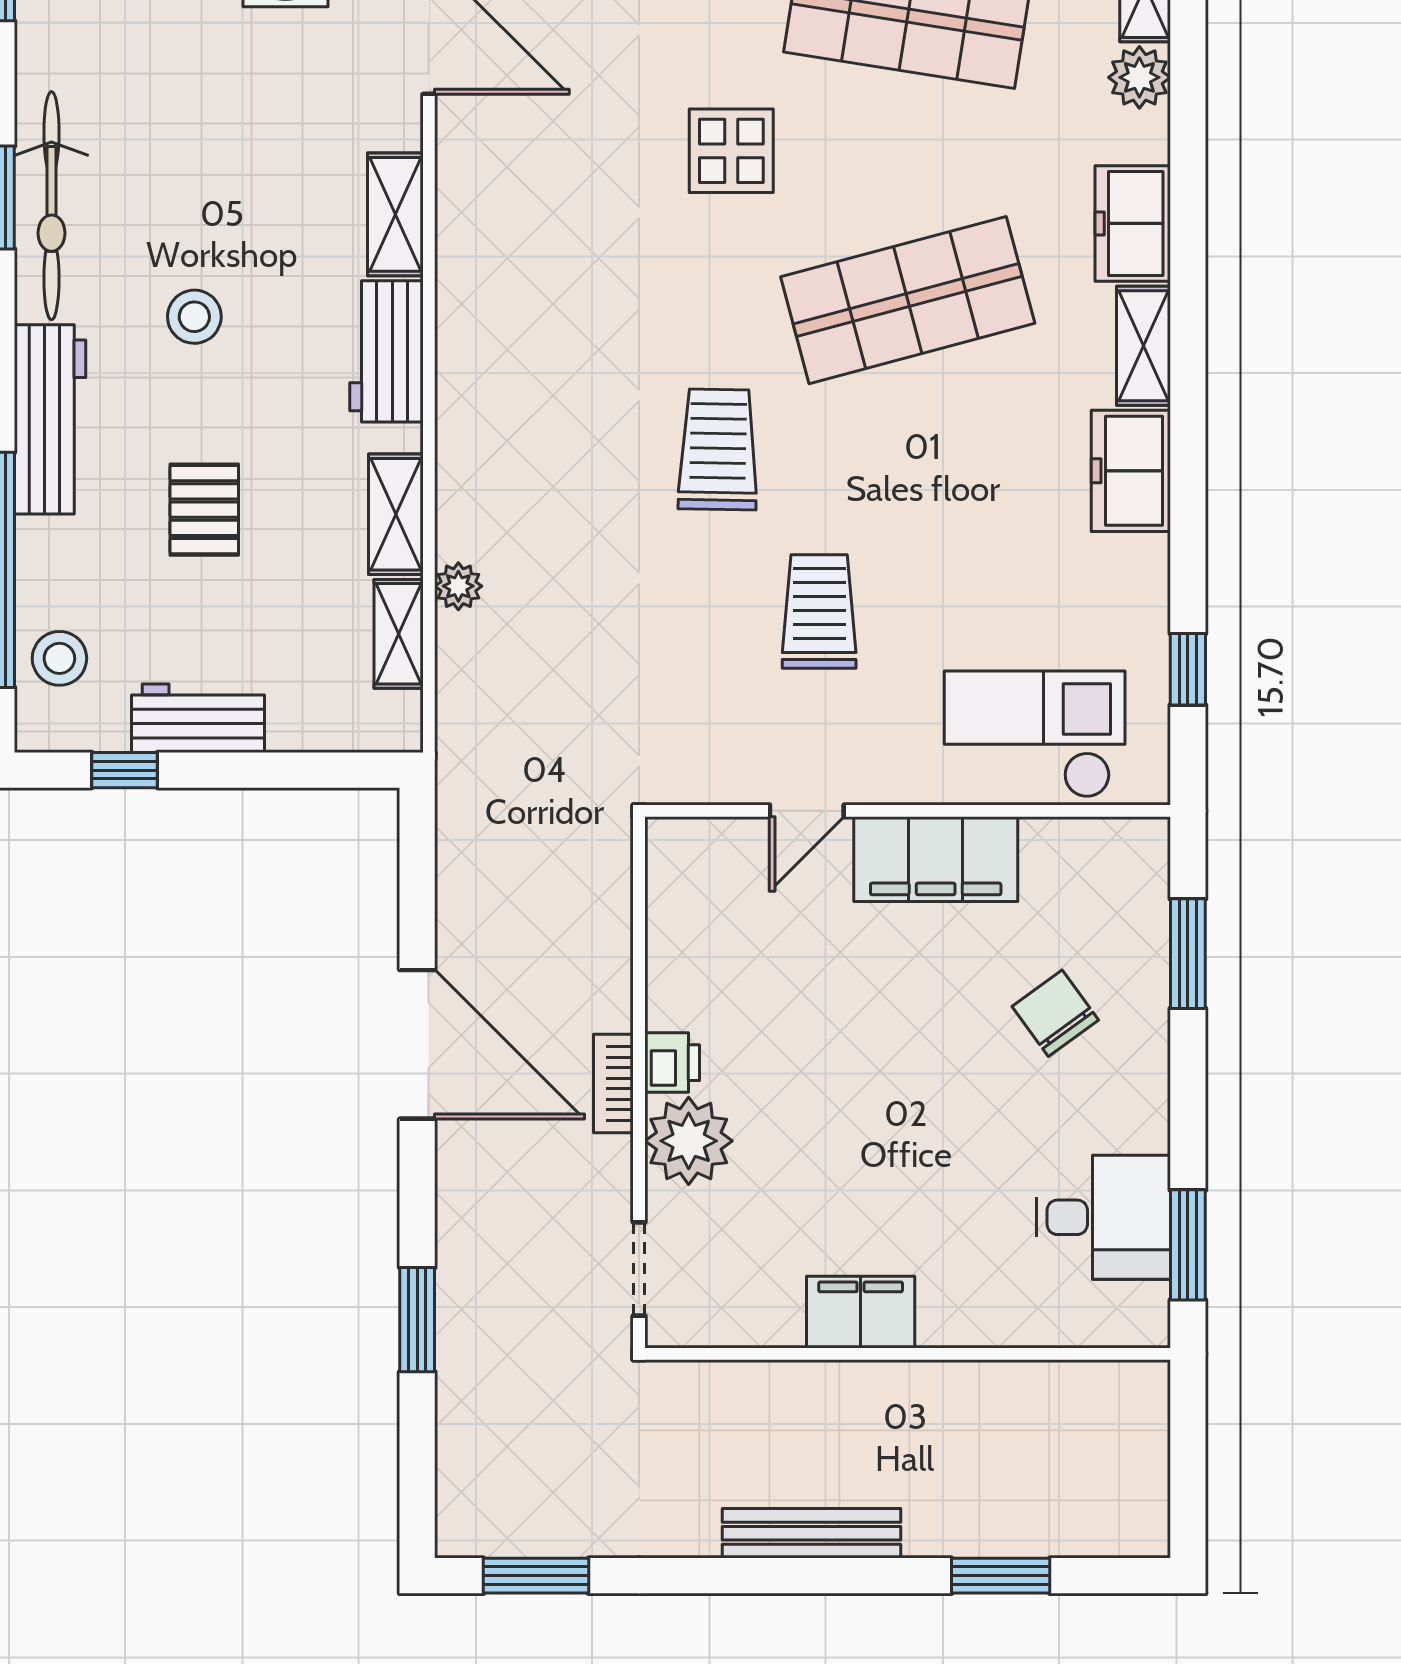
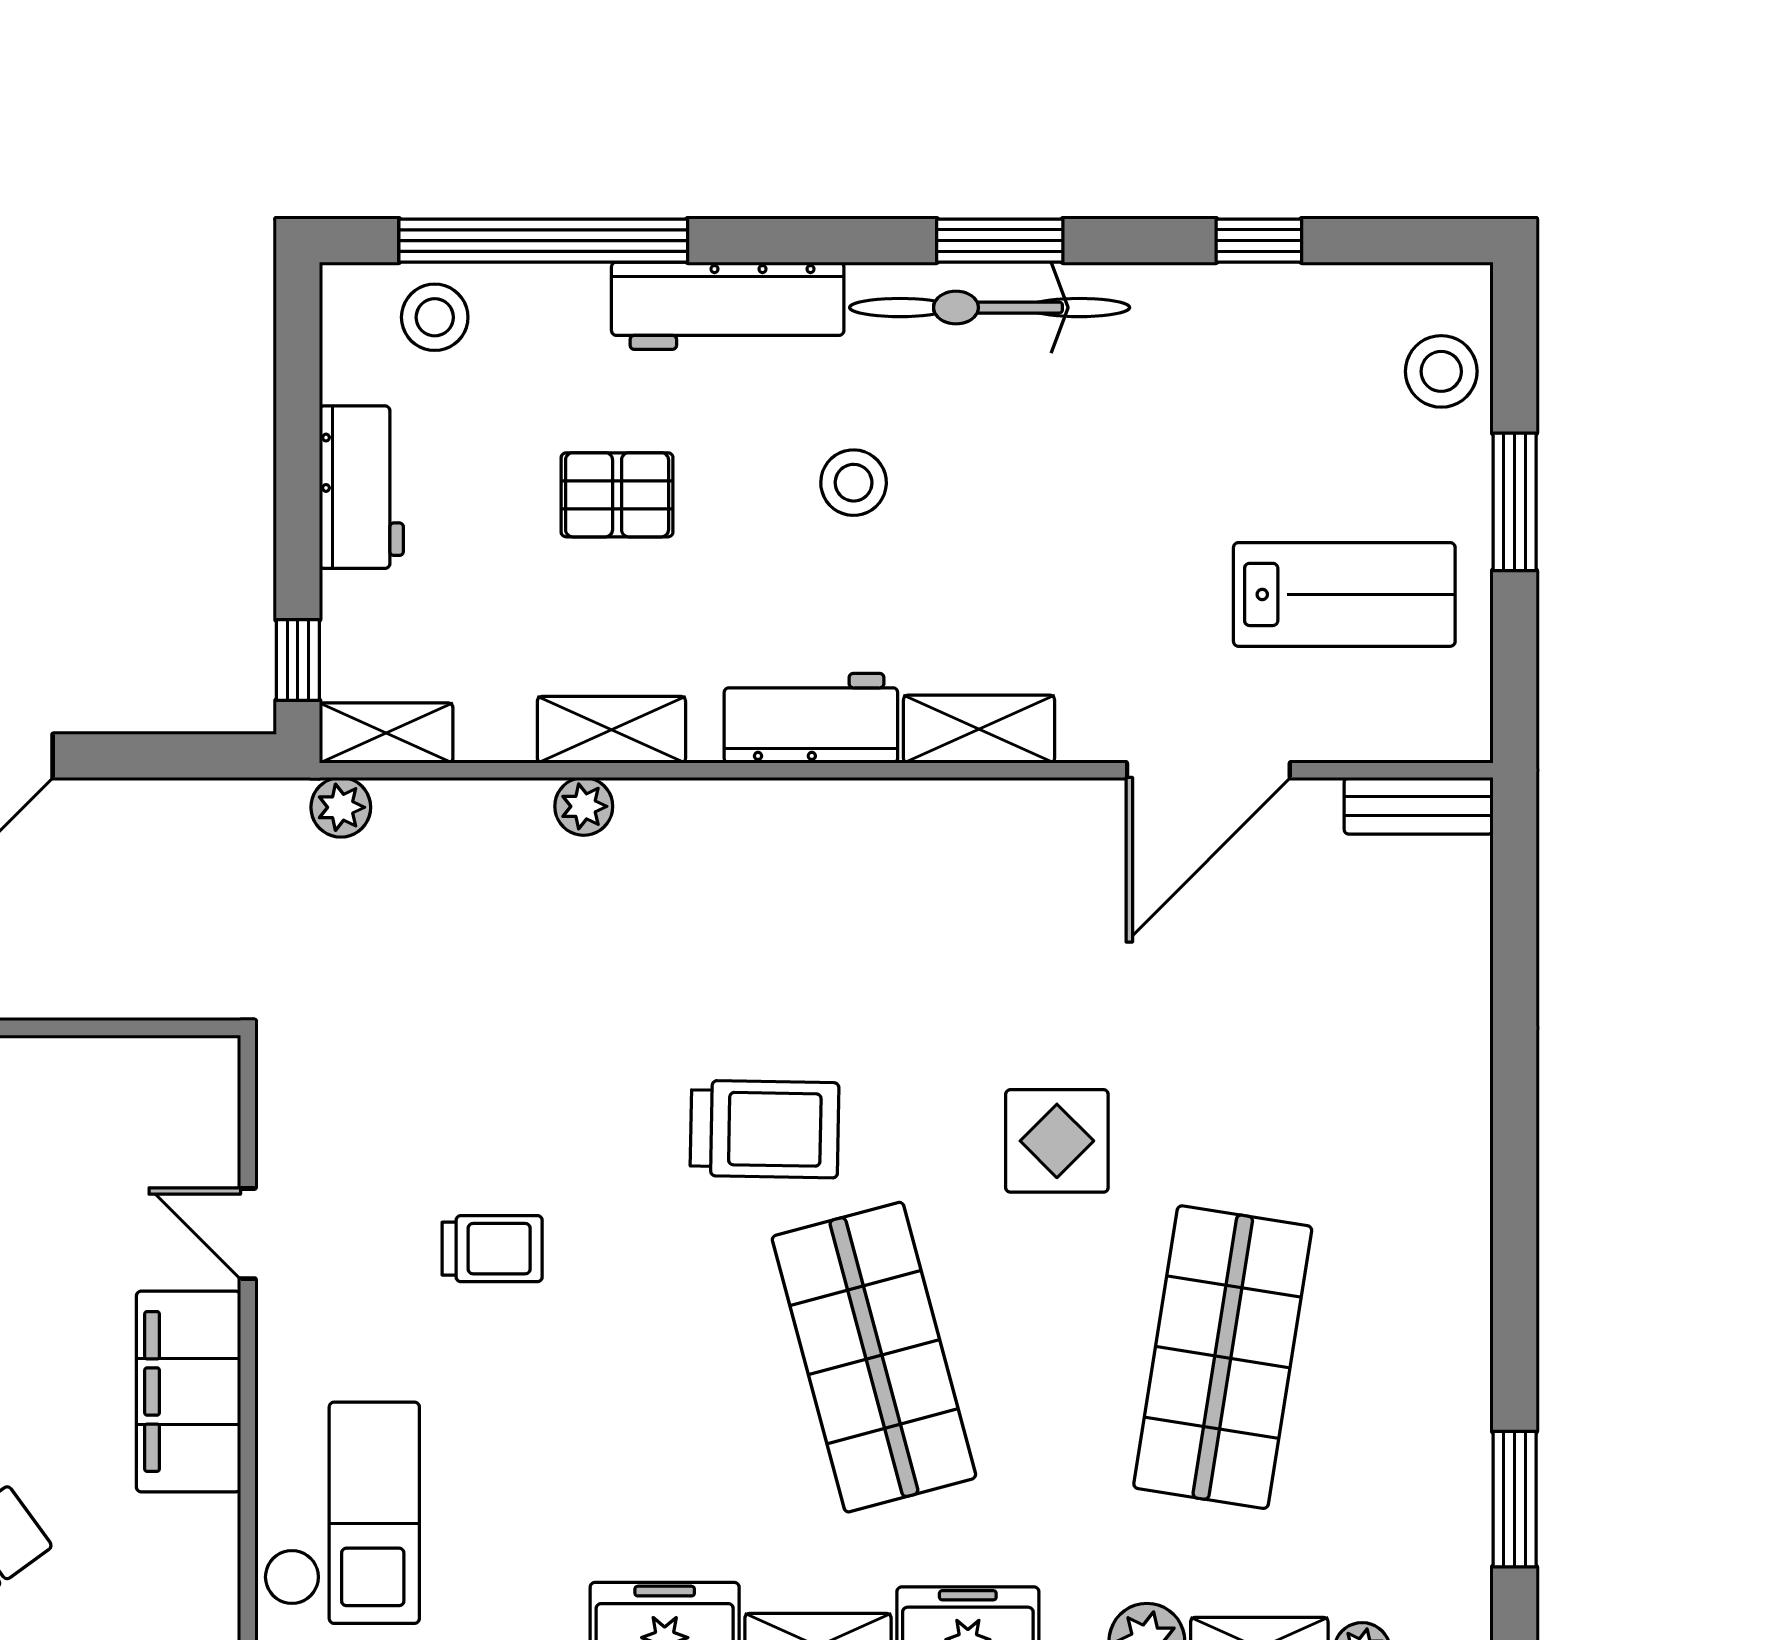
trolley: (718, 449) -> (764, 1129), moved
plant: (458, 586) -> (584, 806), moved
trolley: (819, 612) -> (492, 1249), width x0.73, depth x0.72
shelving: (399, 634) -> (386, 733), moved
plant: (459, 735) -> (341, 807), added
window: (125, 770) -> (298, 660), moved

